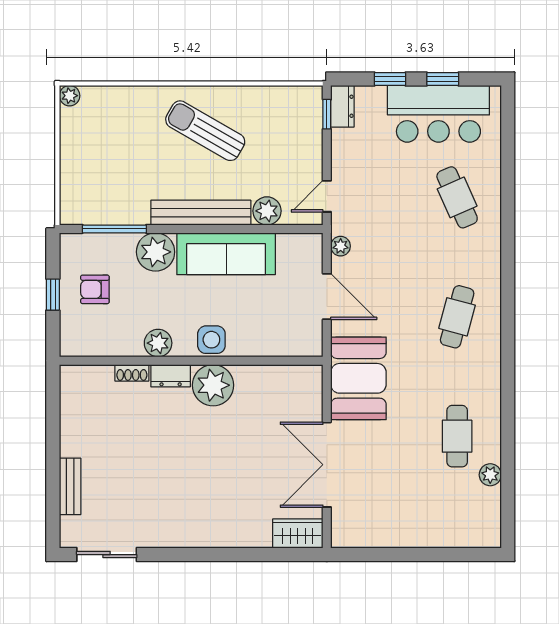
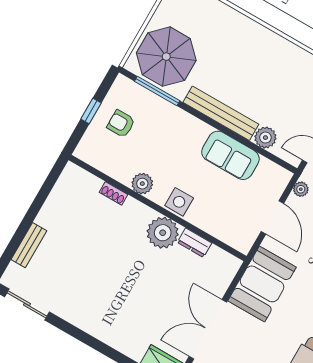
sun lounger: (205, 131) -> (255, 61), removed
parasol: (102, 184) -> (166, 57), added
plant: (156, 252) -> (176, 122), removed
sofa: (226, 254) -> (230, 155), width x0.73
dresser: (171, 376) -> (195, 243), moved

